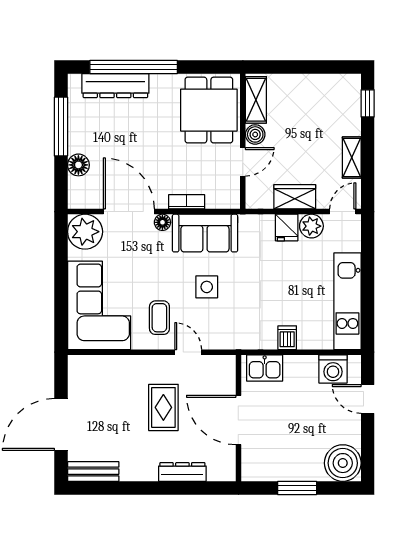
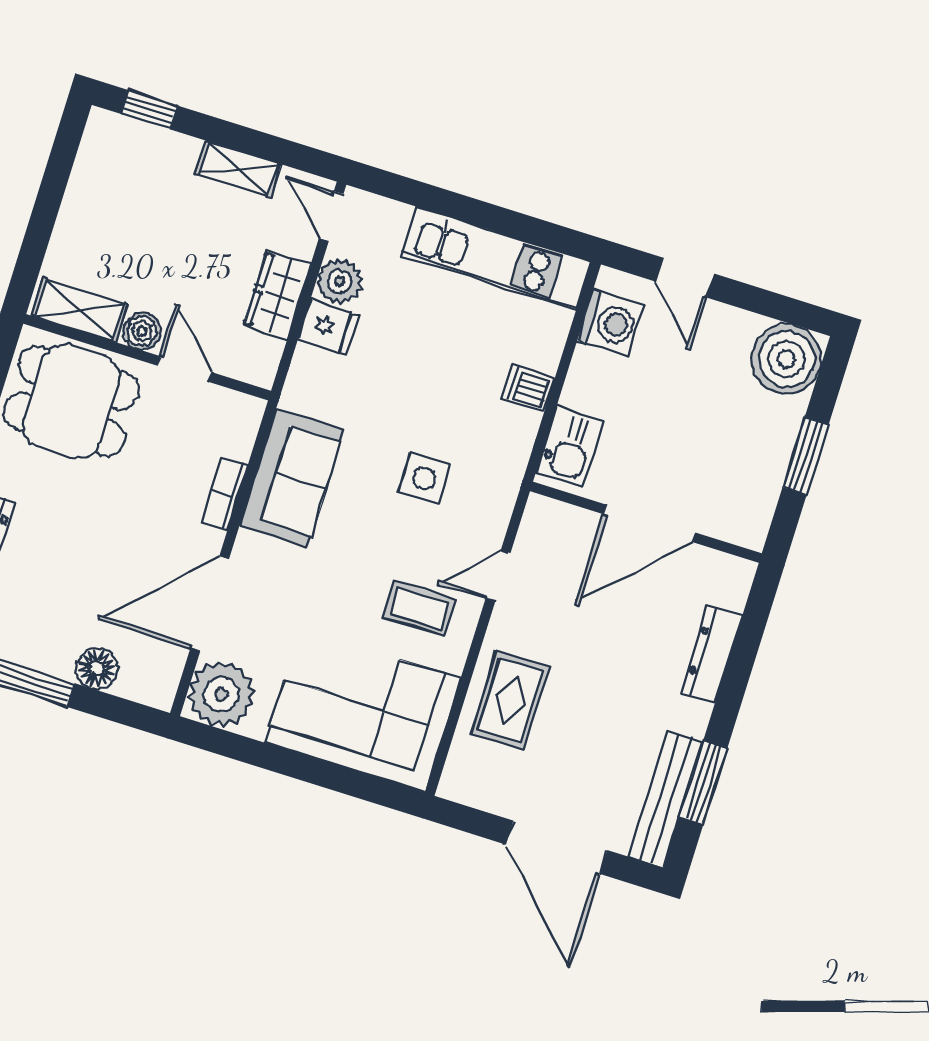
floor lamp: (162, 222) -> (248, 549), removed
side table: (207, 287) -> (424, 479), moved
door: (368, 399) -> (685, 278), hinge flipped
rug: (163, 407) -> (510, 700), moved, turned 90
bench: (93, 472) -> (666, 799), width x1.36
window: (116, 488) -> (703, 783), added

